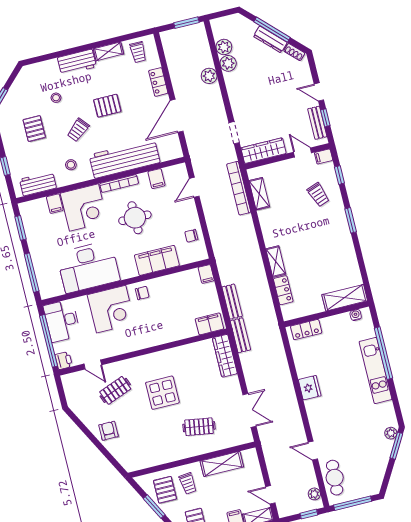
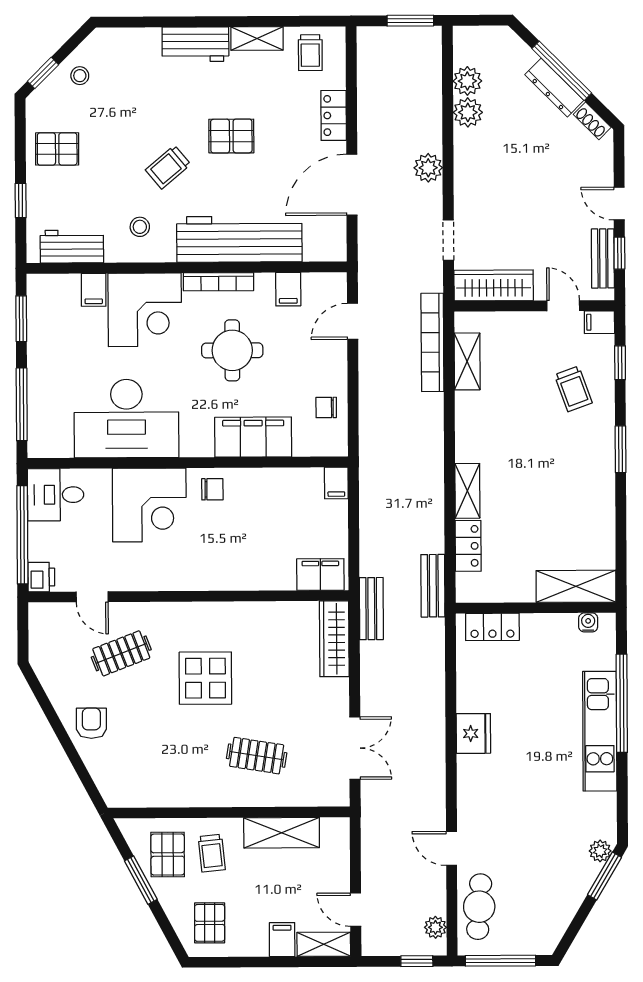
plant: (209, 76) -> (428, 168), moved
stool: (56, 98) -> (80, 76), moved
pallet: (34, 129) -> (57, 149), moved, turned 90
bench: (232, 302) -> (433, 586), moved
desk: (62, 321) -> (56, 495), width x0.73

